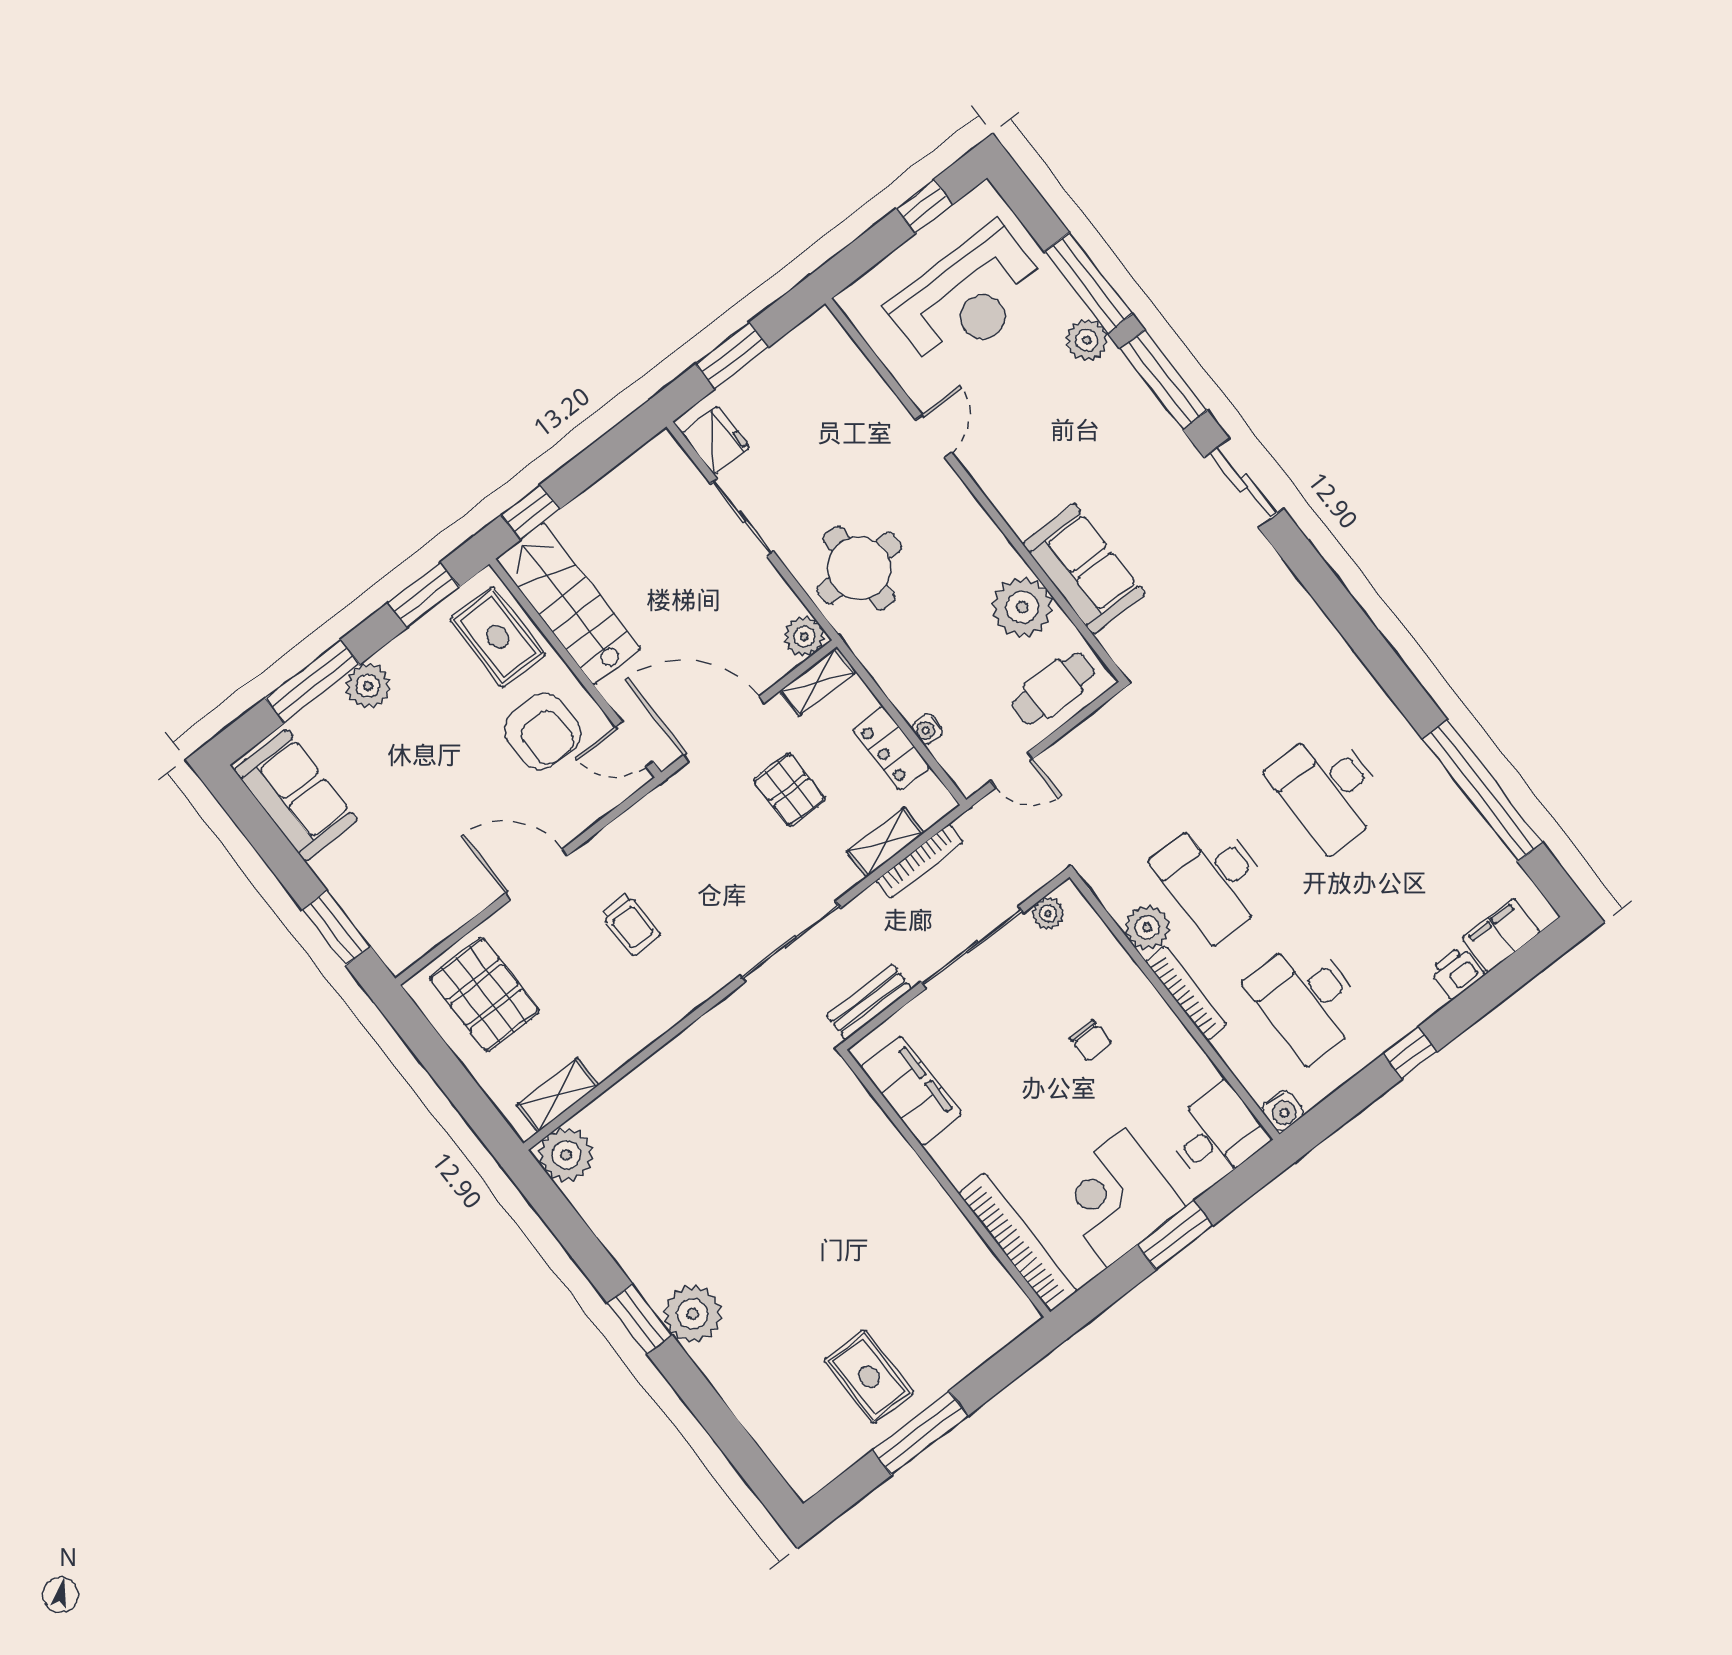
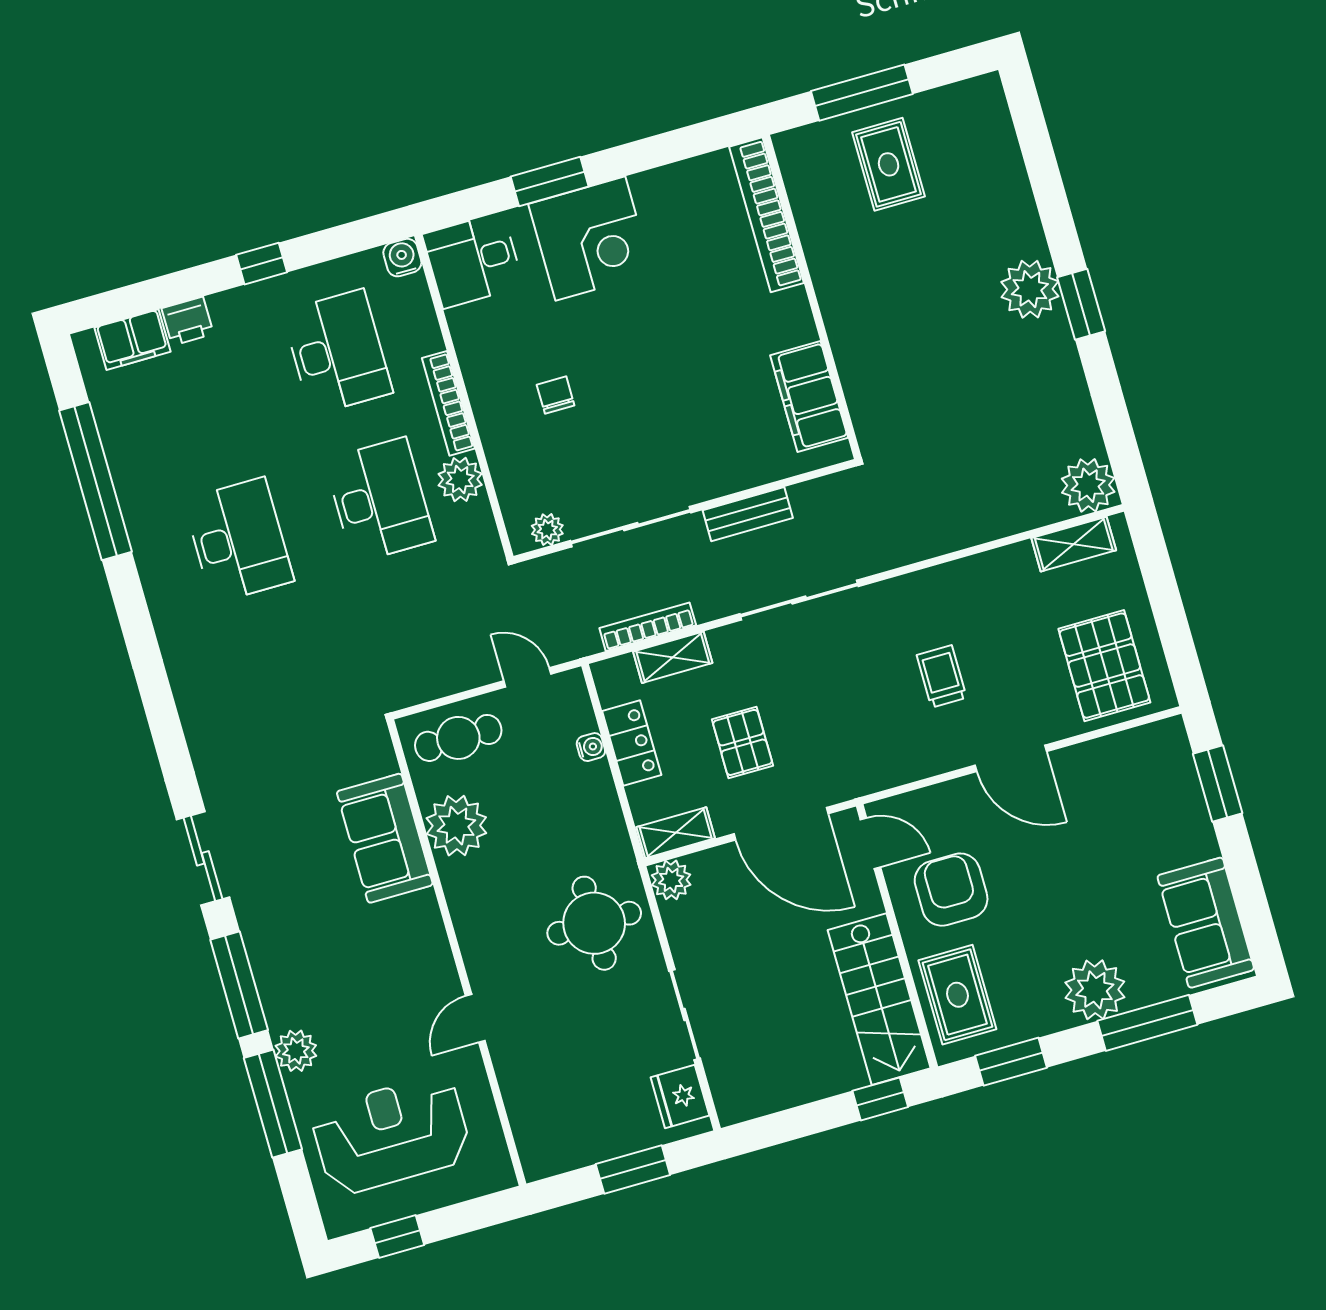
plant: (368, 686) -> (1095, 990), width x1.36, depth x1.36
filing cabinet: (911, 1091) -> (809, 396), moved
wall: (945, 1183) -> (812, 297), moved
bookcase: (1018, 1242) -> (767, 215), moved

